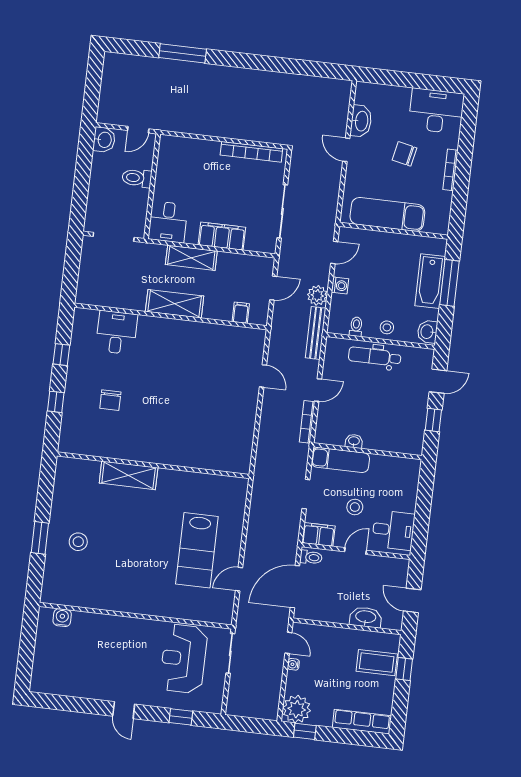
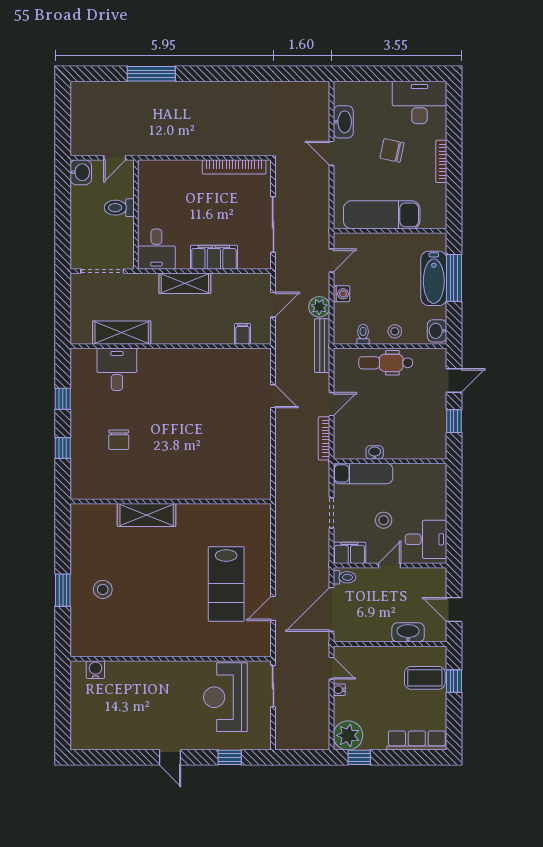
shelving: (175, 304) -> (122, 333), moved

